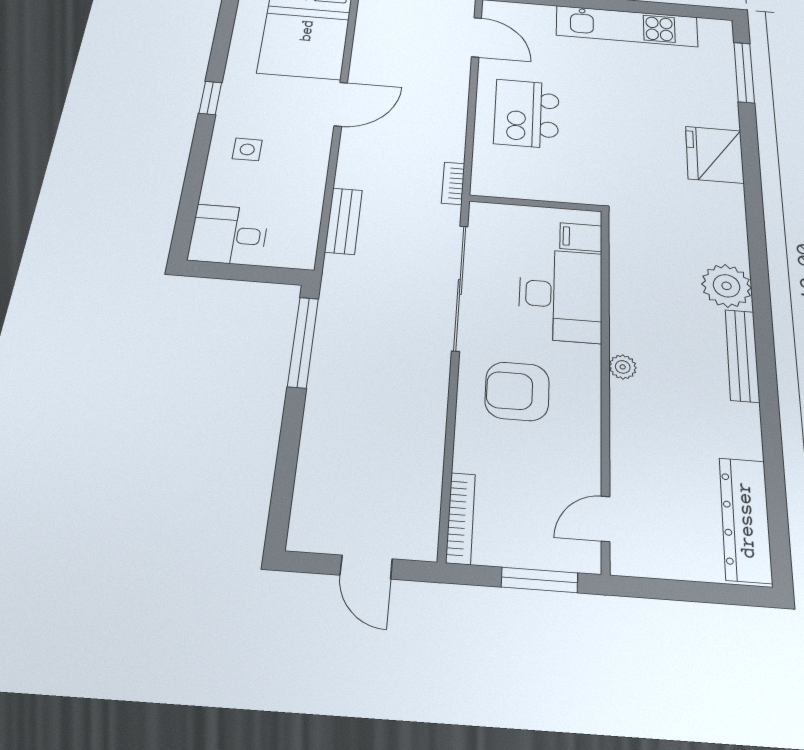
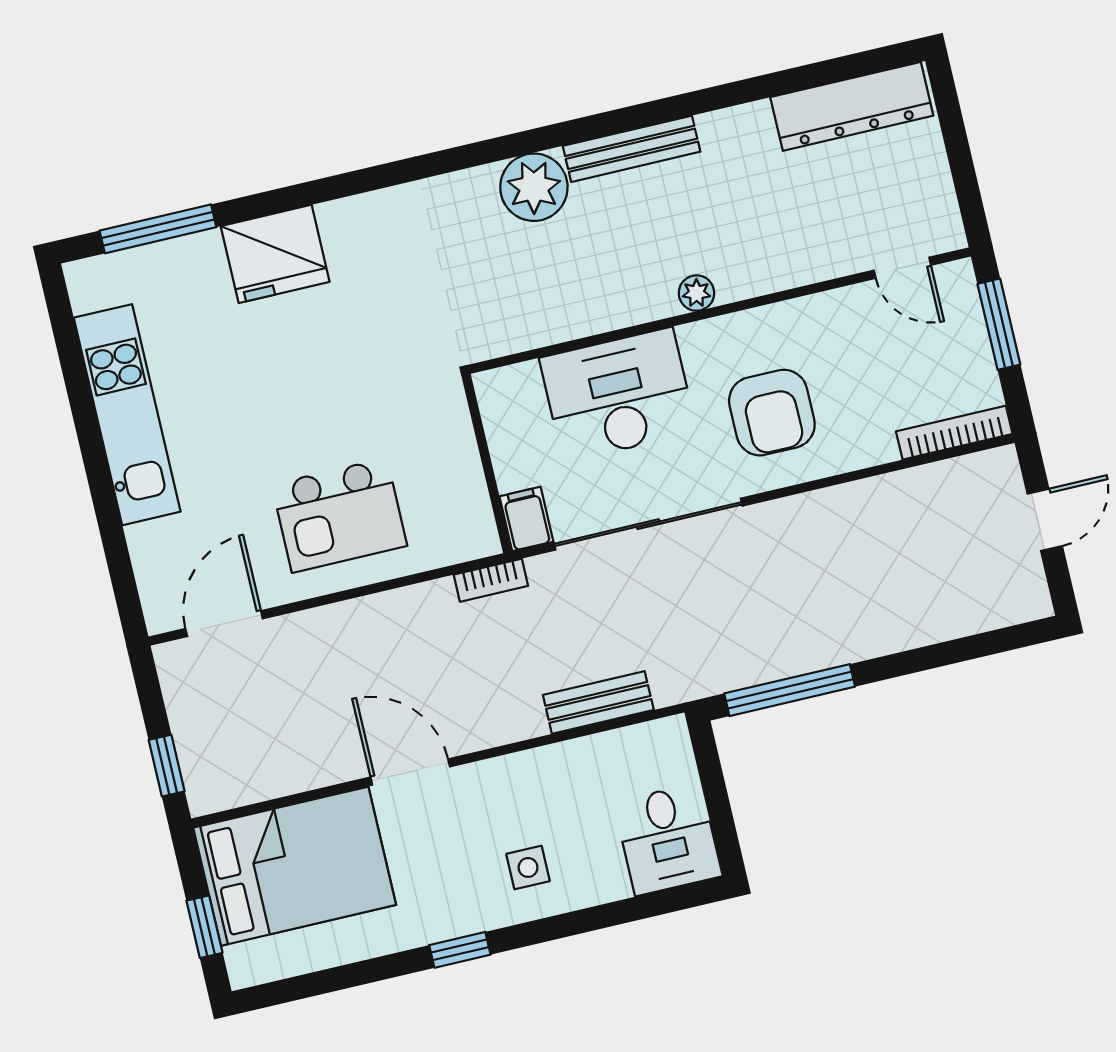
fridge: (715, 155) -> (275, 254), moved
filing cabinet: (581, 237) -> (526, 519), moved, turned 180

